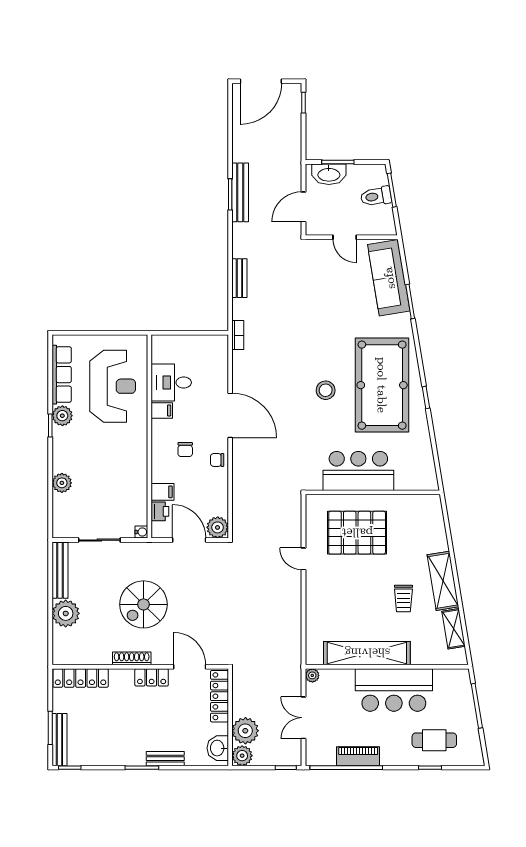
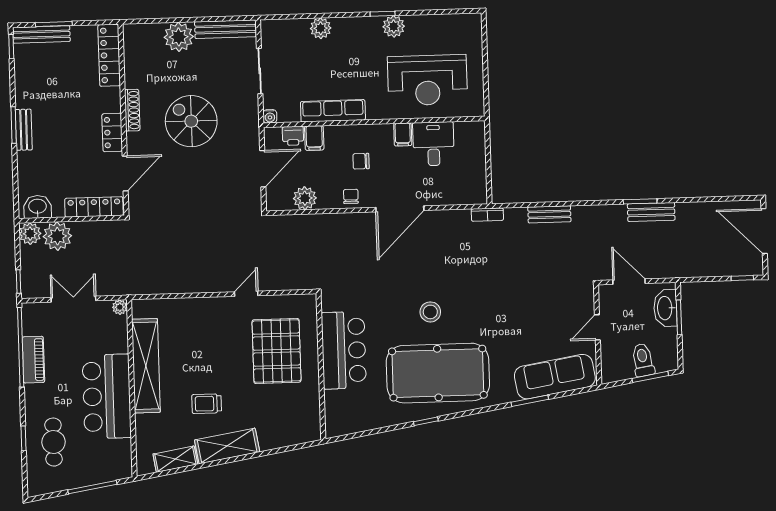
bench: (240, 192) -> (651, 212), width x0.73
row of seats: (62, 375) -> (333, 111), moved, turned 180
plant: (218, 527) -> (305, 198), moved
bench: (165, 759) -> (24, 130), moved

